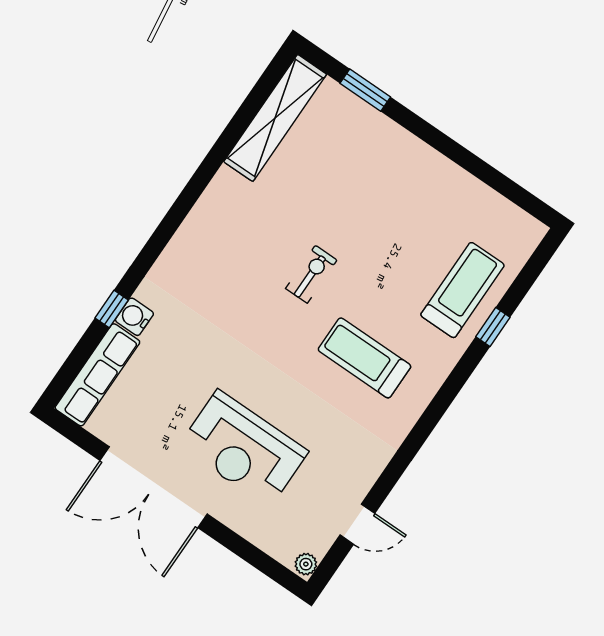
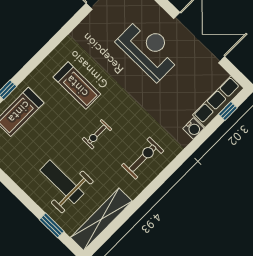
weight bench: (361, 174) -> (62, 182), added
exercise bike: (219, 245) -> (143, 158), added
window: (112, 309) -> (228, 111), moved

